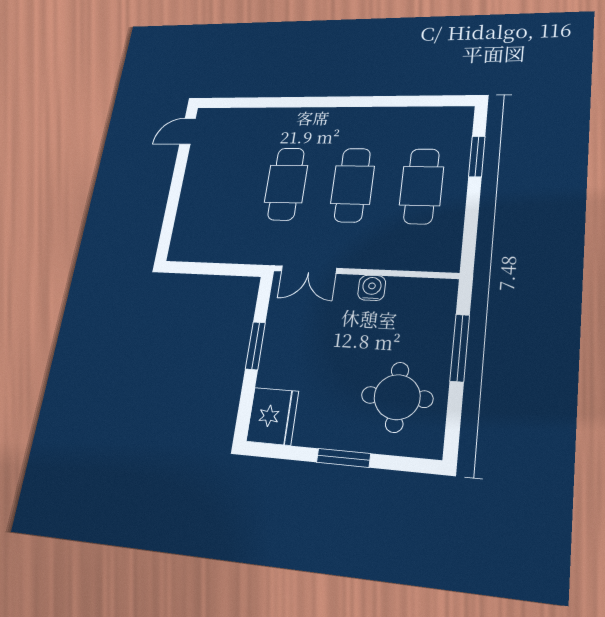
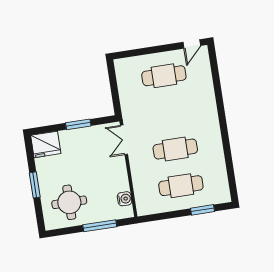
door: (188, 131) -> (192, 44), swing flipped
cafe table: (286, 184) -> (164, 76), moved
water cooler: (372, 288) -> (125, 199), moved

